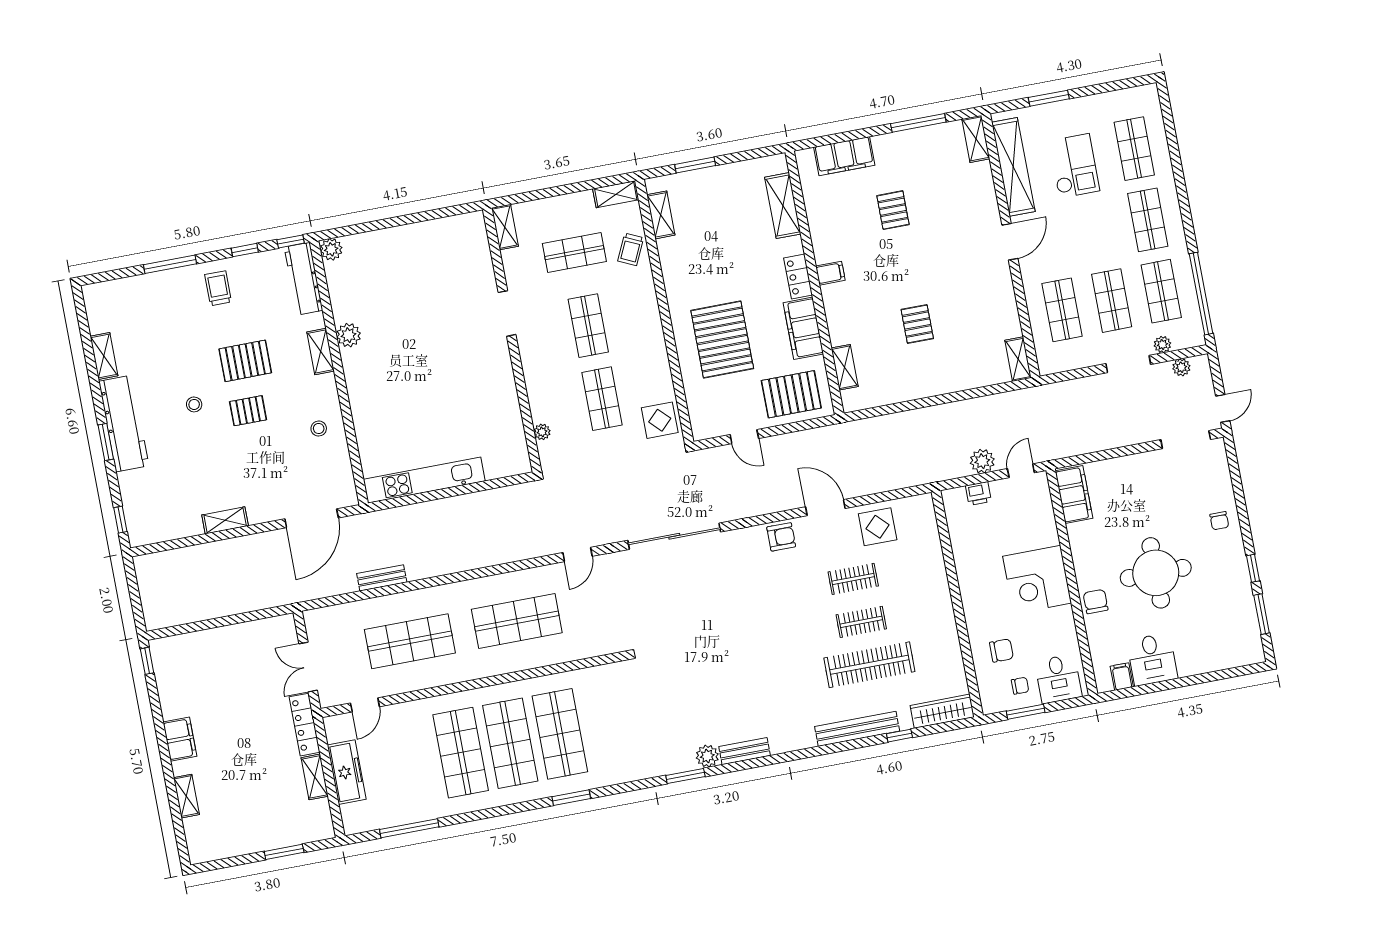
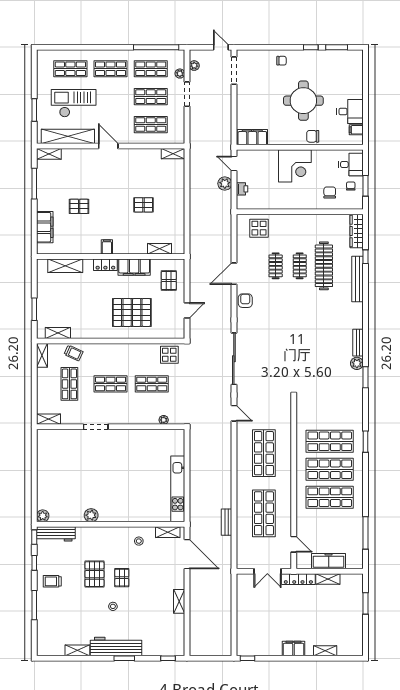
checkout: (1074, 166) -> (74, 103), width x1.36, depth x1.21
shelving: (321, 351) -> (168, 532), moved
pallet: (791, 394) -> (169, 281), width x0.67, depth x0.71
display table: (878, 527) -> (259, 228), moved

